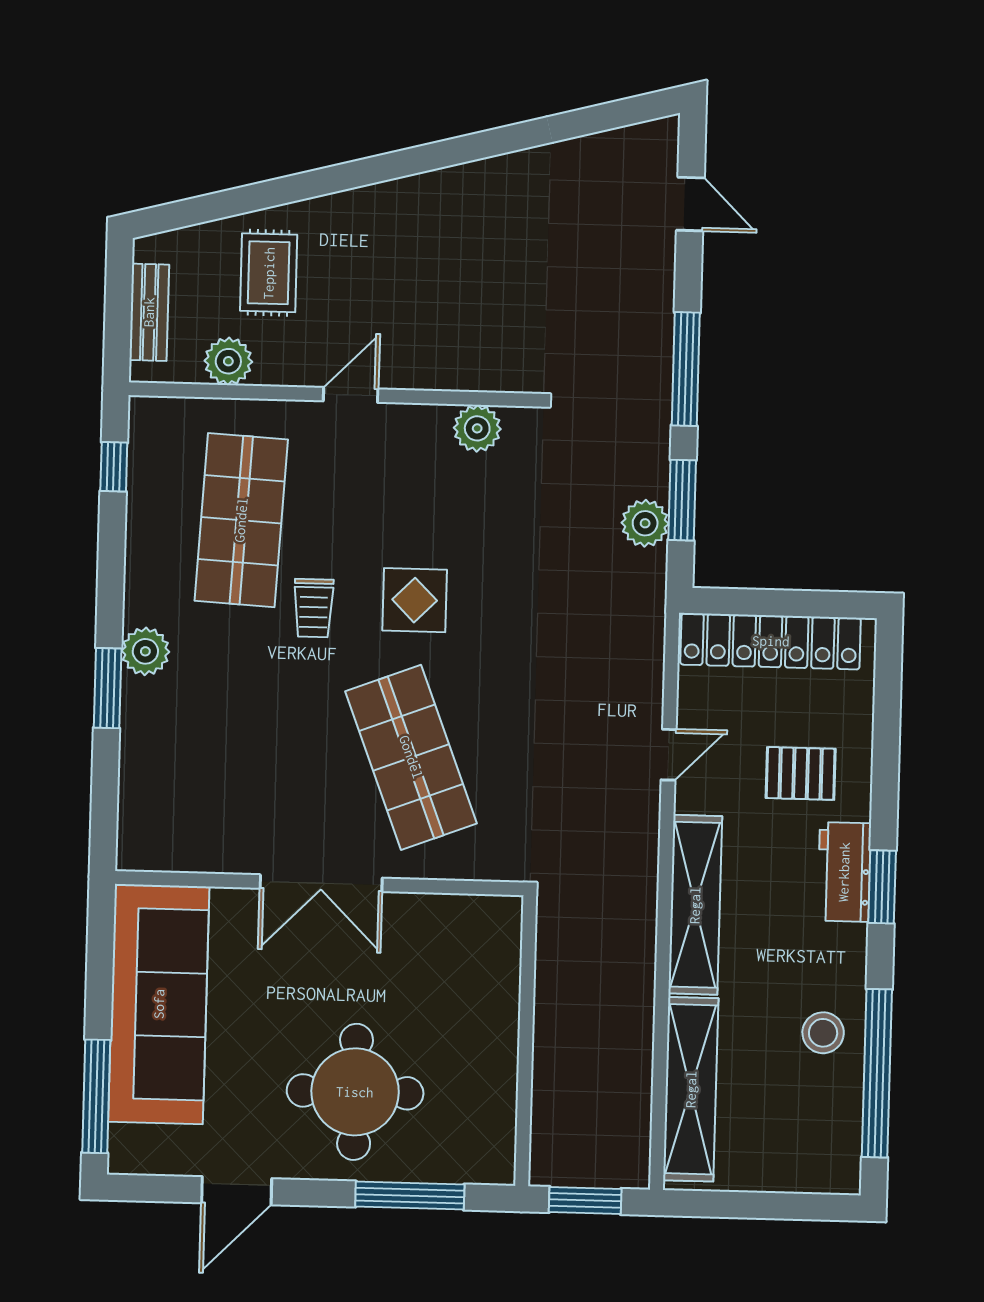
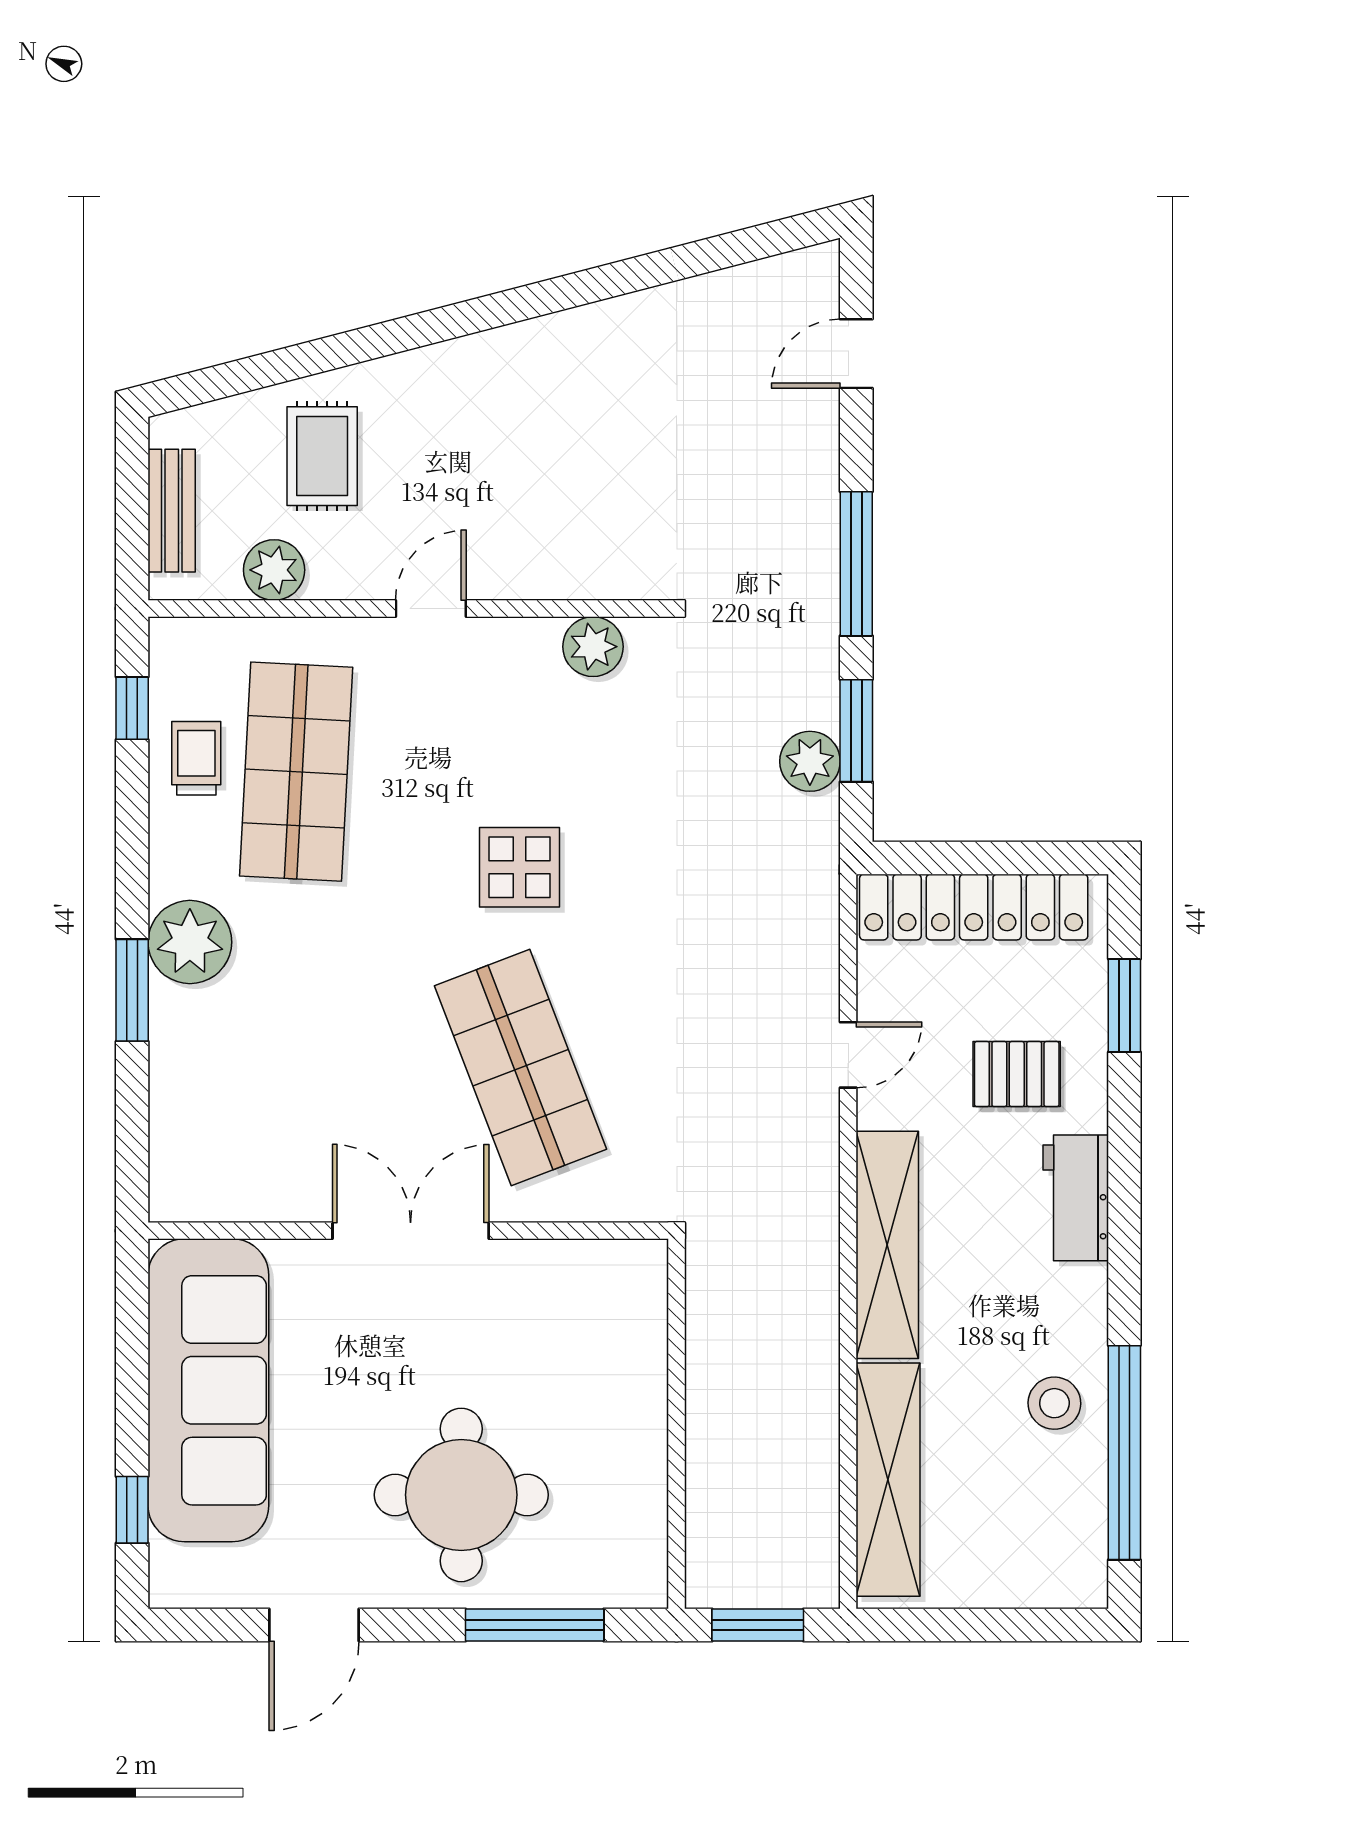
door: (690, 204) -> (856, 354), swing flipped
trolley: (314, 608) -> (196, 758), moved, turned 180
plant: (145, 651) -> (190, 942), width x1.36, depth x1.36
double door: (321, 883) -> (411, 1231), swing flipped
window: (882, 887) -> (1124, 1006), moved
window: (96, 1096) -> (132, 1510), width x0.46

